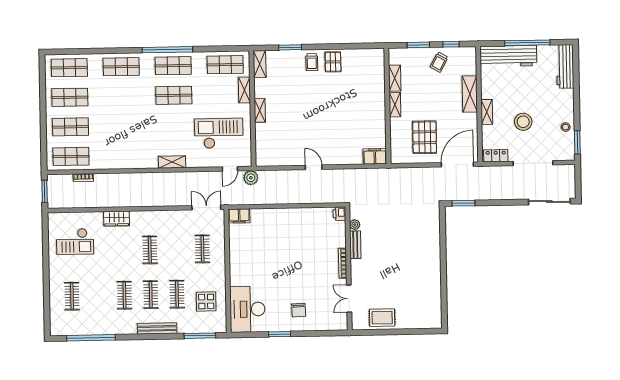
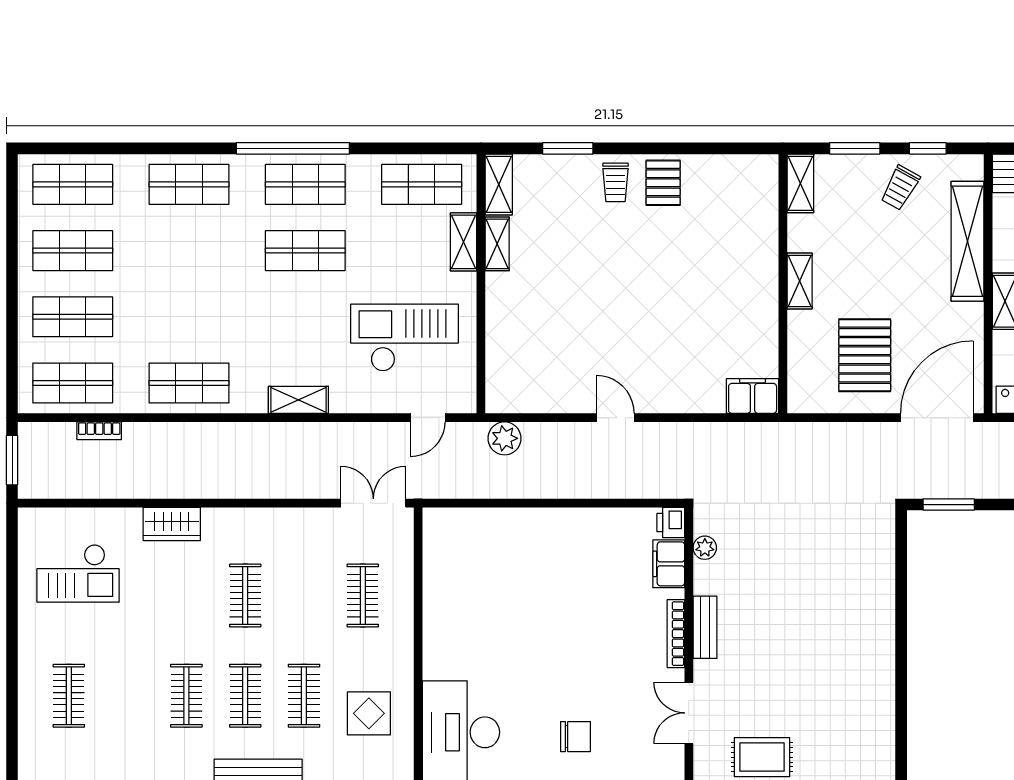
shelving: (395, 78) -> (800, 183), moved
shelving: (470, 94) -> (967, 241), width x1.47
shelving: (260, 110) -> (497, 244), moved
shop shelf: (123, 155) -> (189, 383), added
plant: (251, 178) -> (505, 438), moved
filing cabinet: (239, 216) -> (669, 564), moved, turned 90
bench: (355, 245) -> (705, 627), moved
chair: (299, 310) -> (575, 737), turned -88

